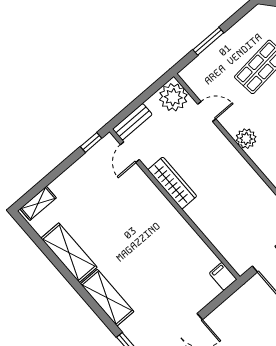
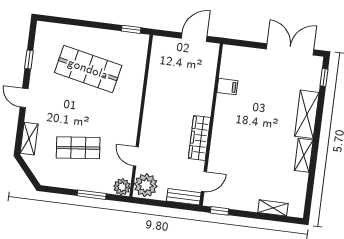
plant: (246, 139) -> (122, 187), moved
shelving: (38, 203) -> (273, 208), moved
shelving: (69, 253) -> (304, 155), width x0.67, depth x0.75
filing cabinet: (223, 276) -> (227, 87), moved, turned -90

